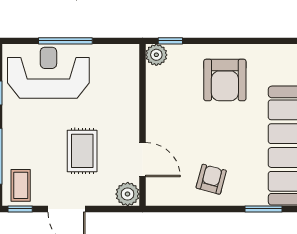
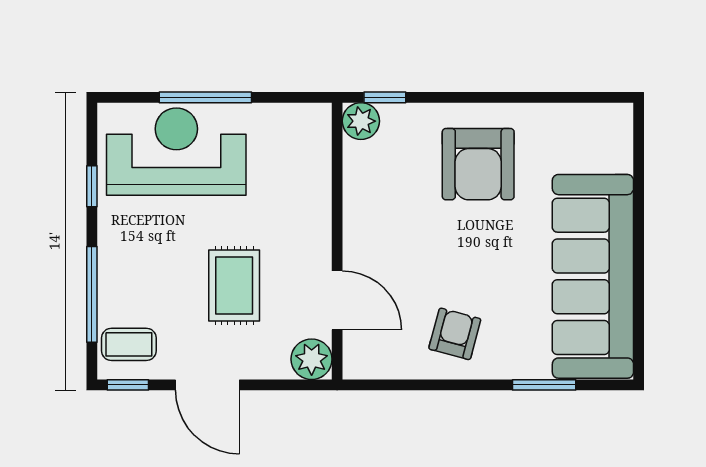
coffee table: (21, 185) -> (129, 344), turned 90

